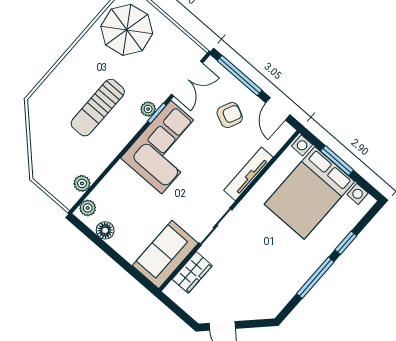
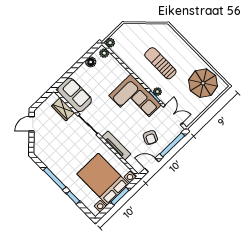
double door: (187, 79) -> (173, 115), swing flipped
plant: (82, 183) -> (110, 43), moved

